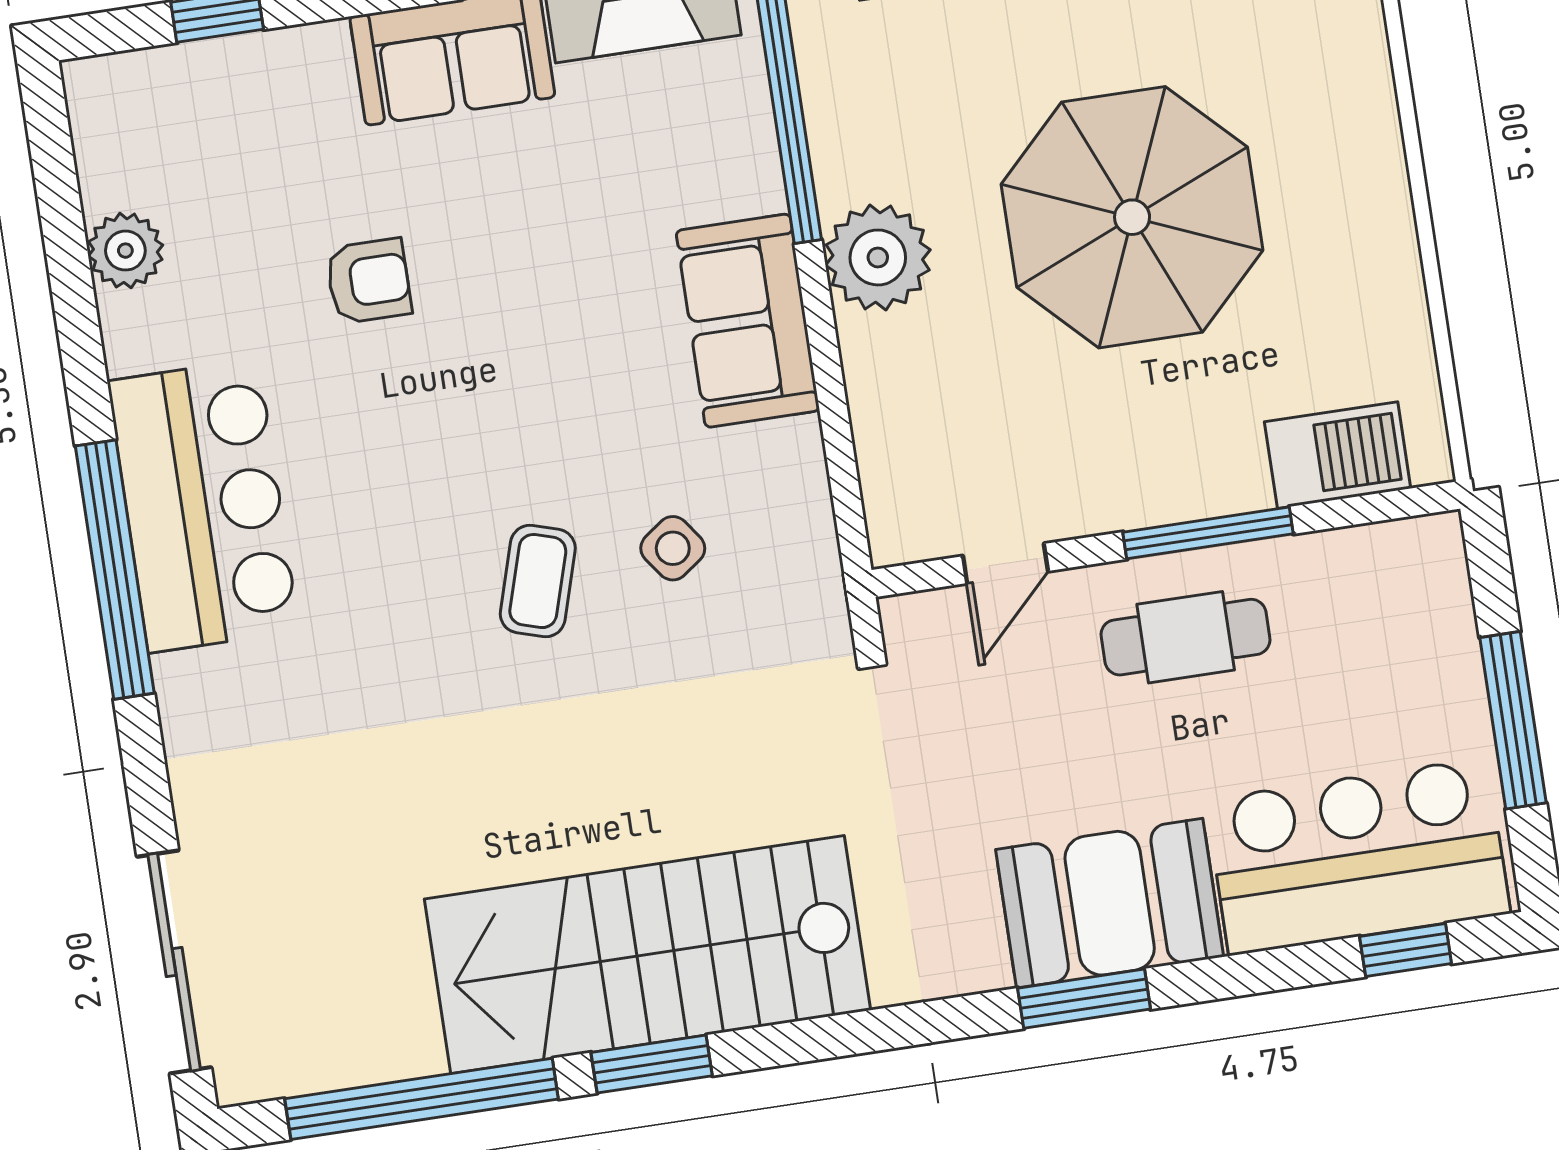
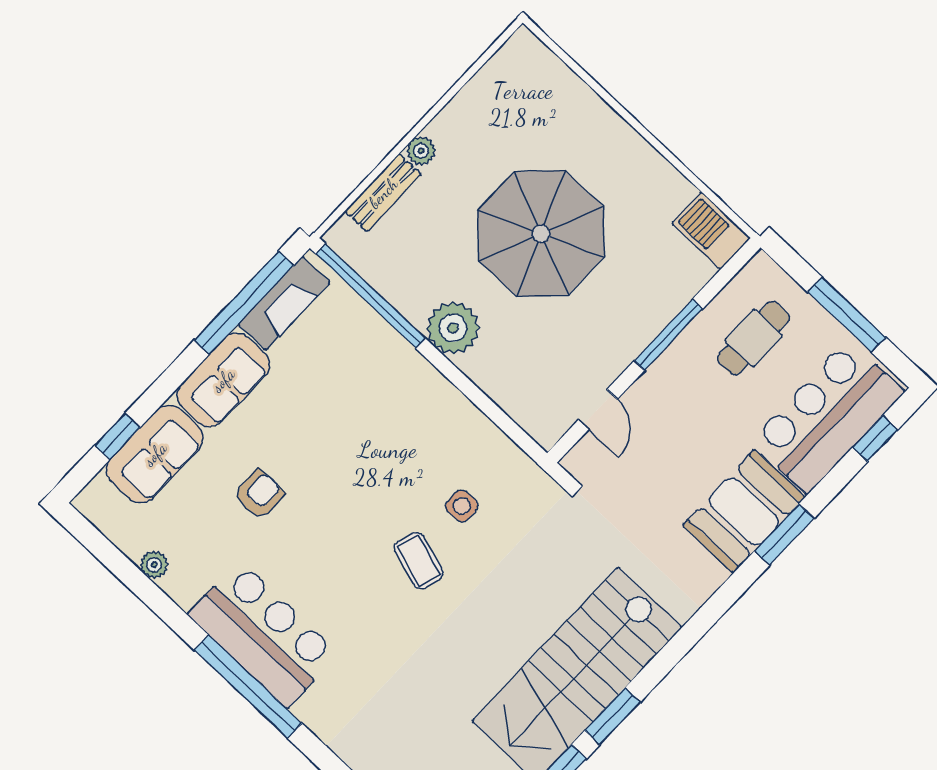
plant: (125, 251) -> (154, 565), width x0.73, depth x0.73
sofa: (748, 321) -> (155, 454), moved, turned -90
barbecue: (1338, 455) -> (711, 231), moved, turned -90
side table: (673, 548) -> (462, 506), turned 36
cafe table: (1186, 637) -> (754, 338), moved
window: (1084, 999) -> (784, 535), moved

